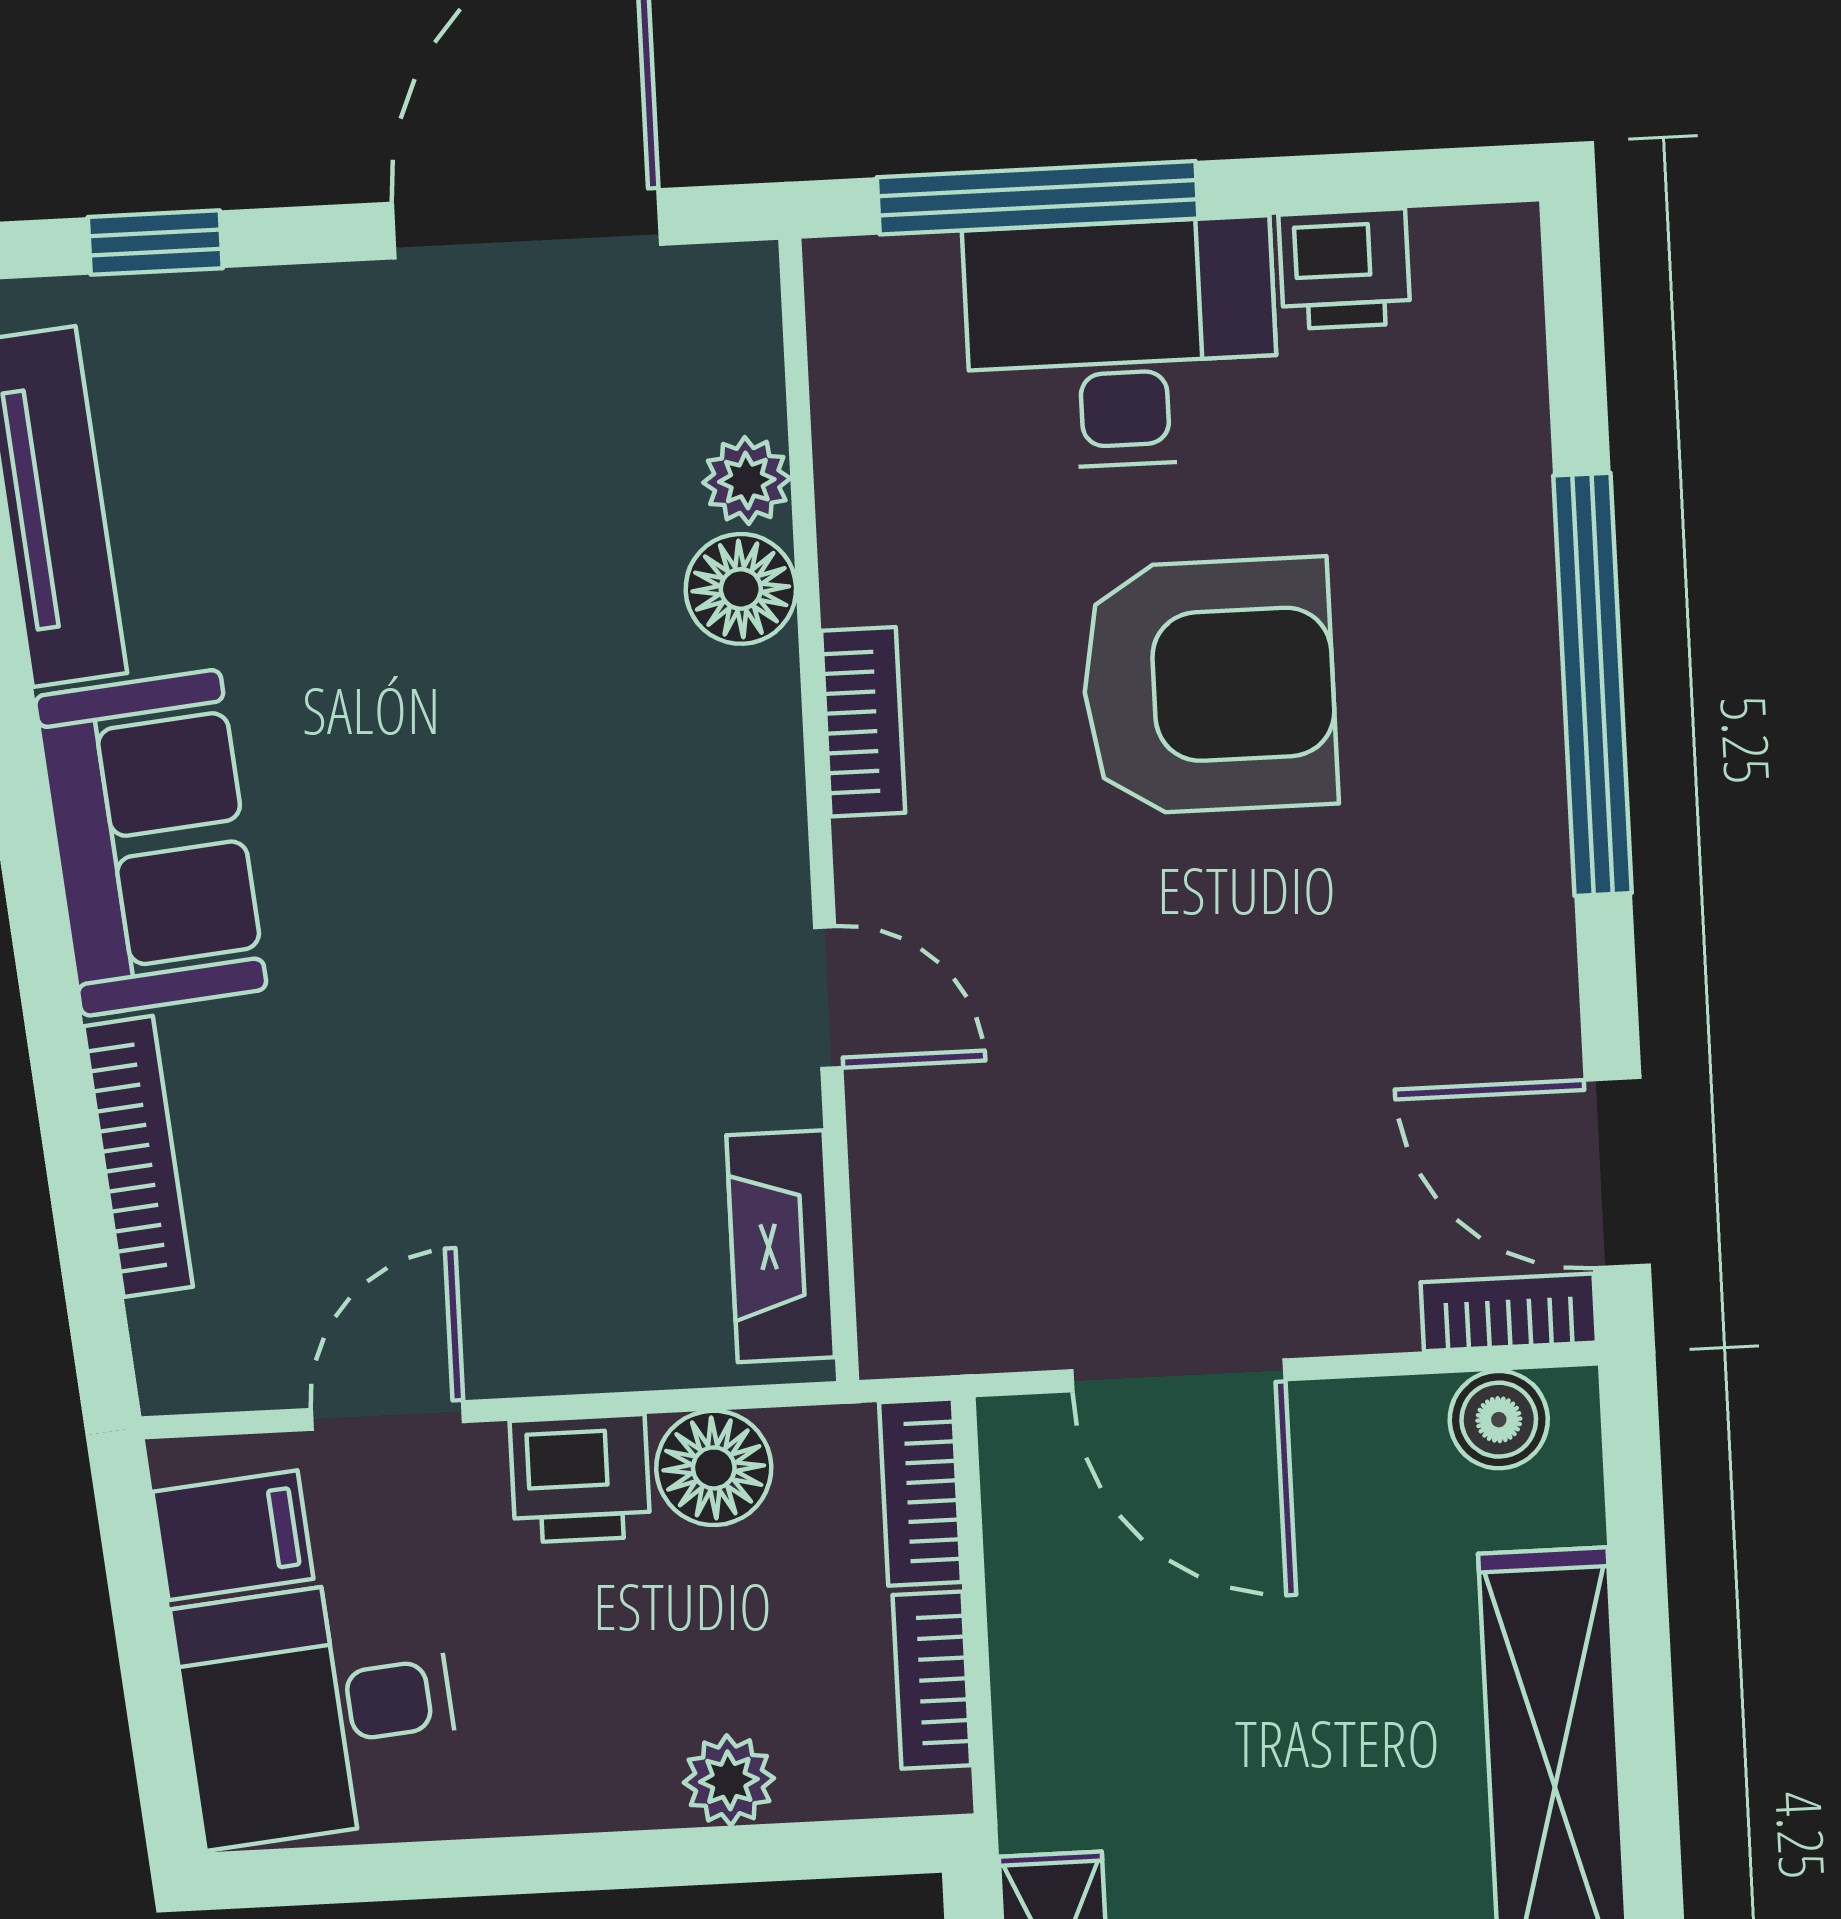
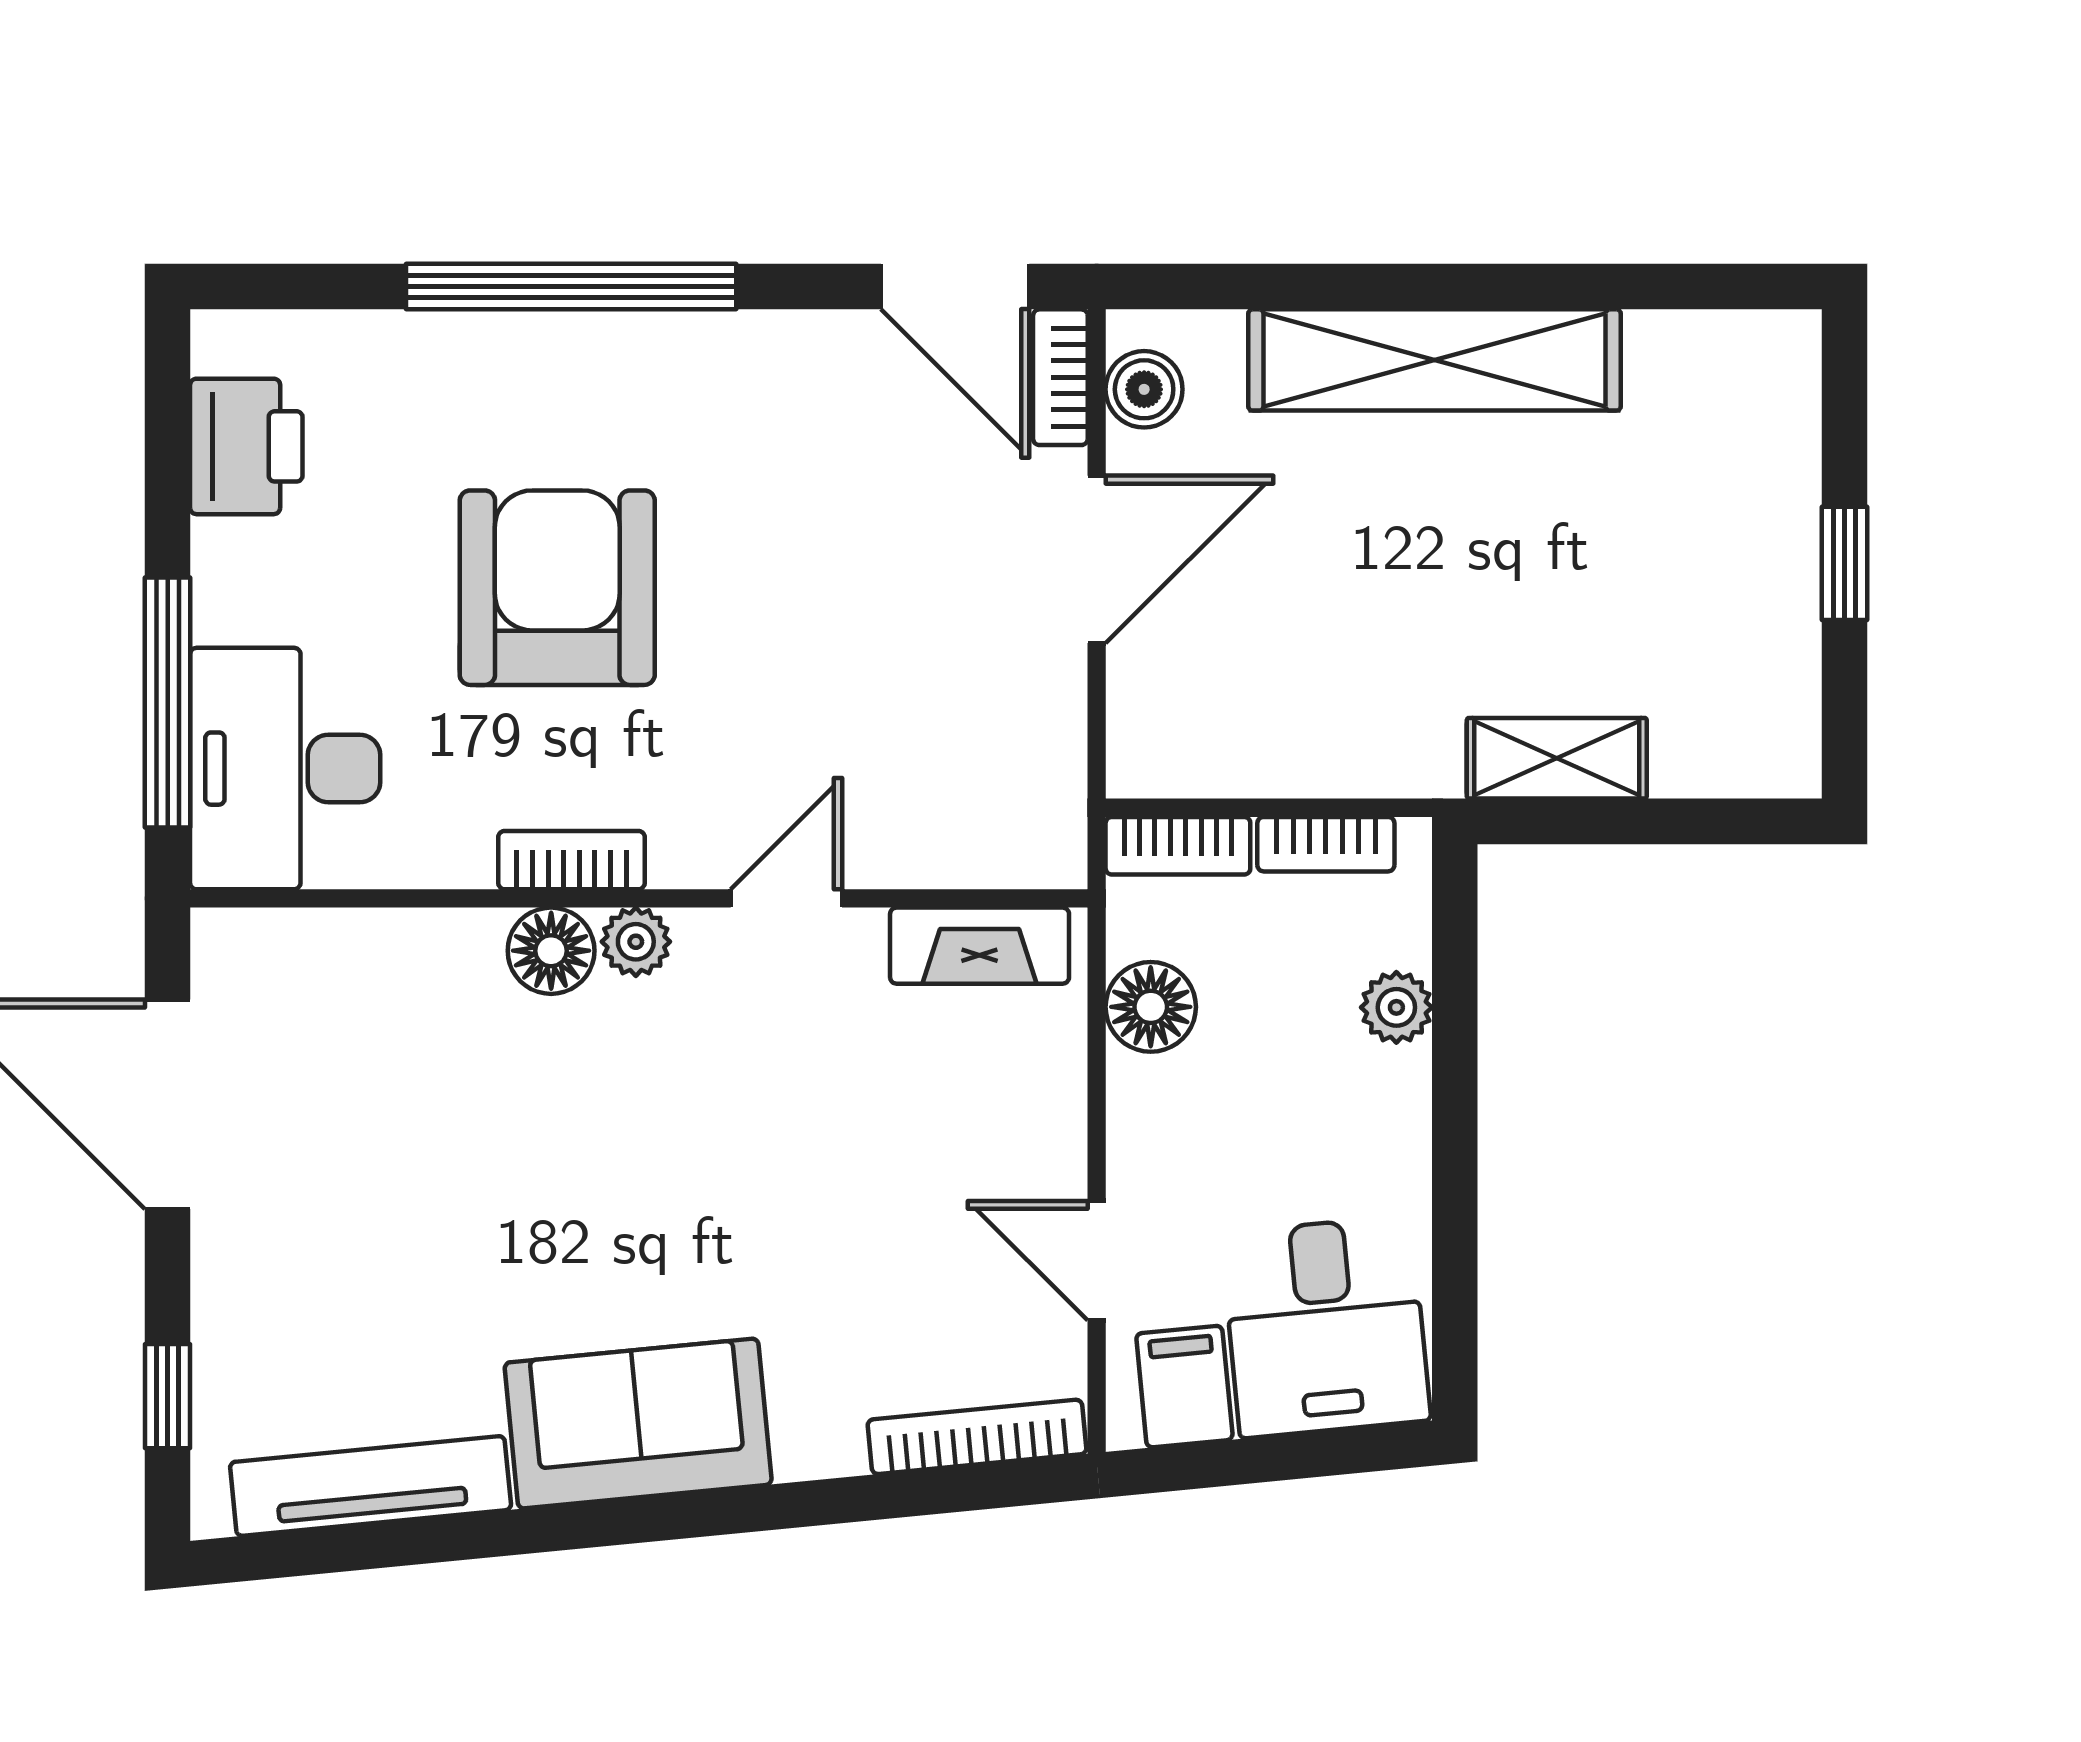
printer: (1345, 269) -> (246, 446), width x1.36, depth x1.24
desk: (1122, 344) -> (285, 769), moved
plant: (747, 481) -> (636, 942), moved
floor lamp: (741, 589) -> (551, 951), moved
bookcase: (138, 1156) -> (977, 1437), moved
door: (1617, 1173) -> (955, 287), hinge flipped
door: (1178, 1375) -> (1097, 559), moved
printer: (580, 1479) -> (1154, 1112), removed

